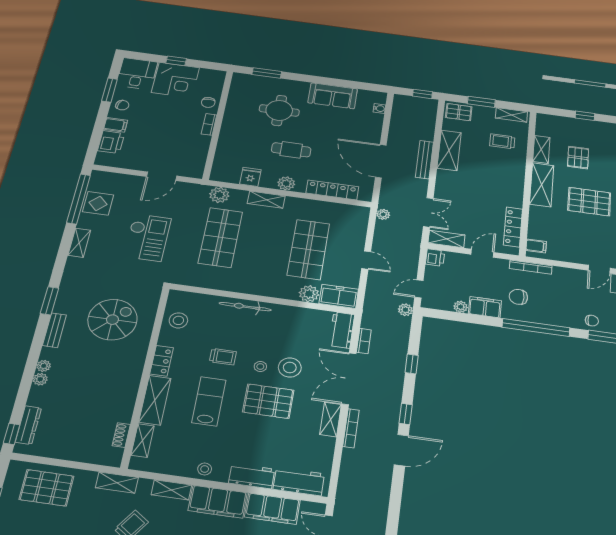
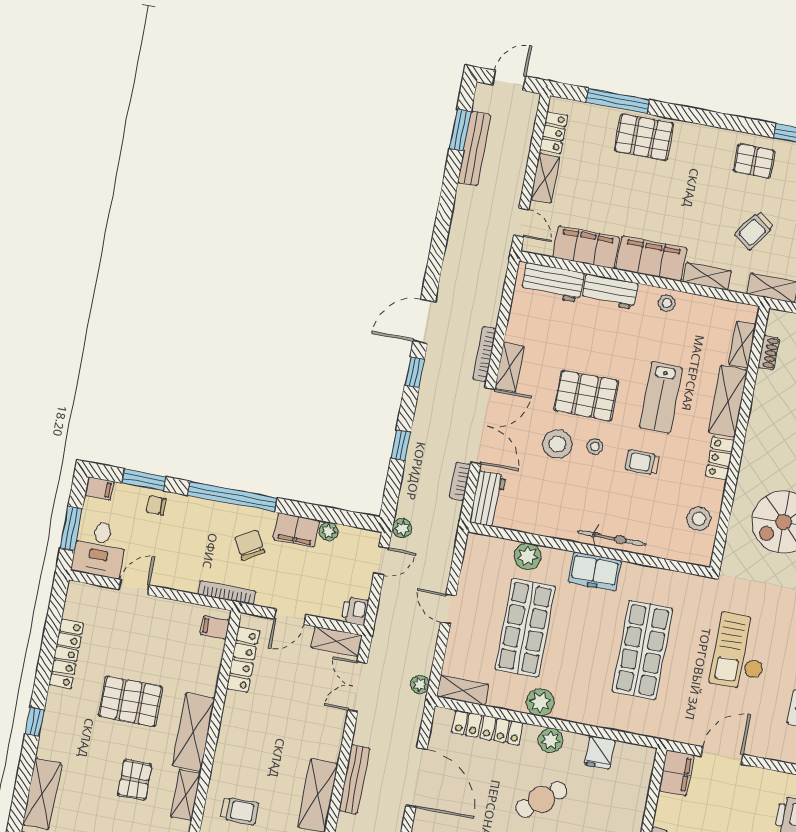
cafe table: (291, 150) -> (541, 799), turned -39
filing cabinet: (195, 166) -> (676, 773), added
plant: (219, 195) -> (540, 702), moved
shelving: (266, 200) -> (463, 690), moved
freezer: (339, 296) -> (595, 571), moved
chair: (518, 297) -> (250, 545), turned -120

